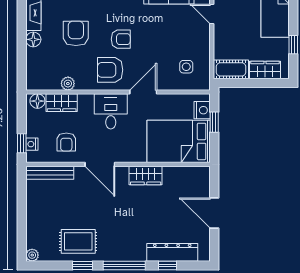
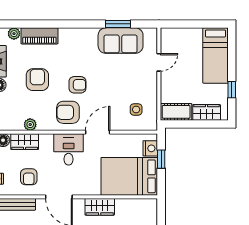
door: (212, 14) -> (159, 62), swing flipped

